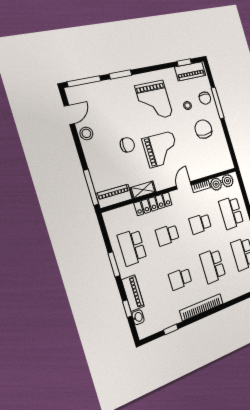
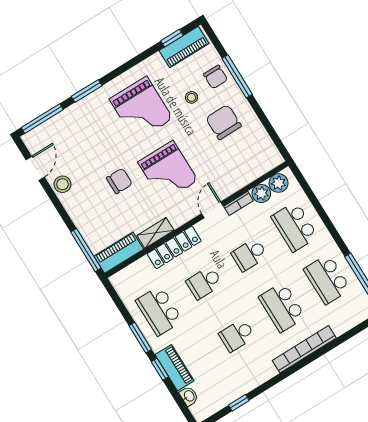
grand piano: (161, 149) -> (168, 171), turned 90
bookcase: (202, 307) -> (304, 349), moved
window: (127, 309) -> (160, 369), moved

